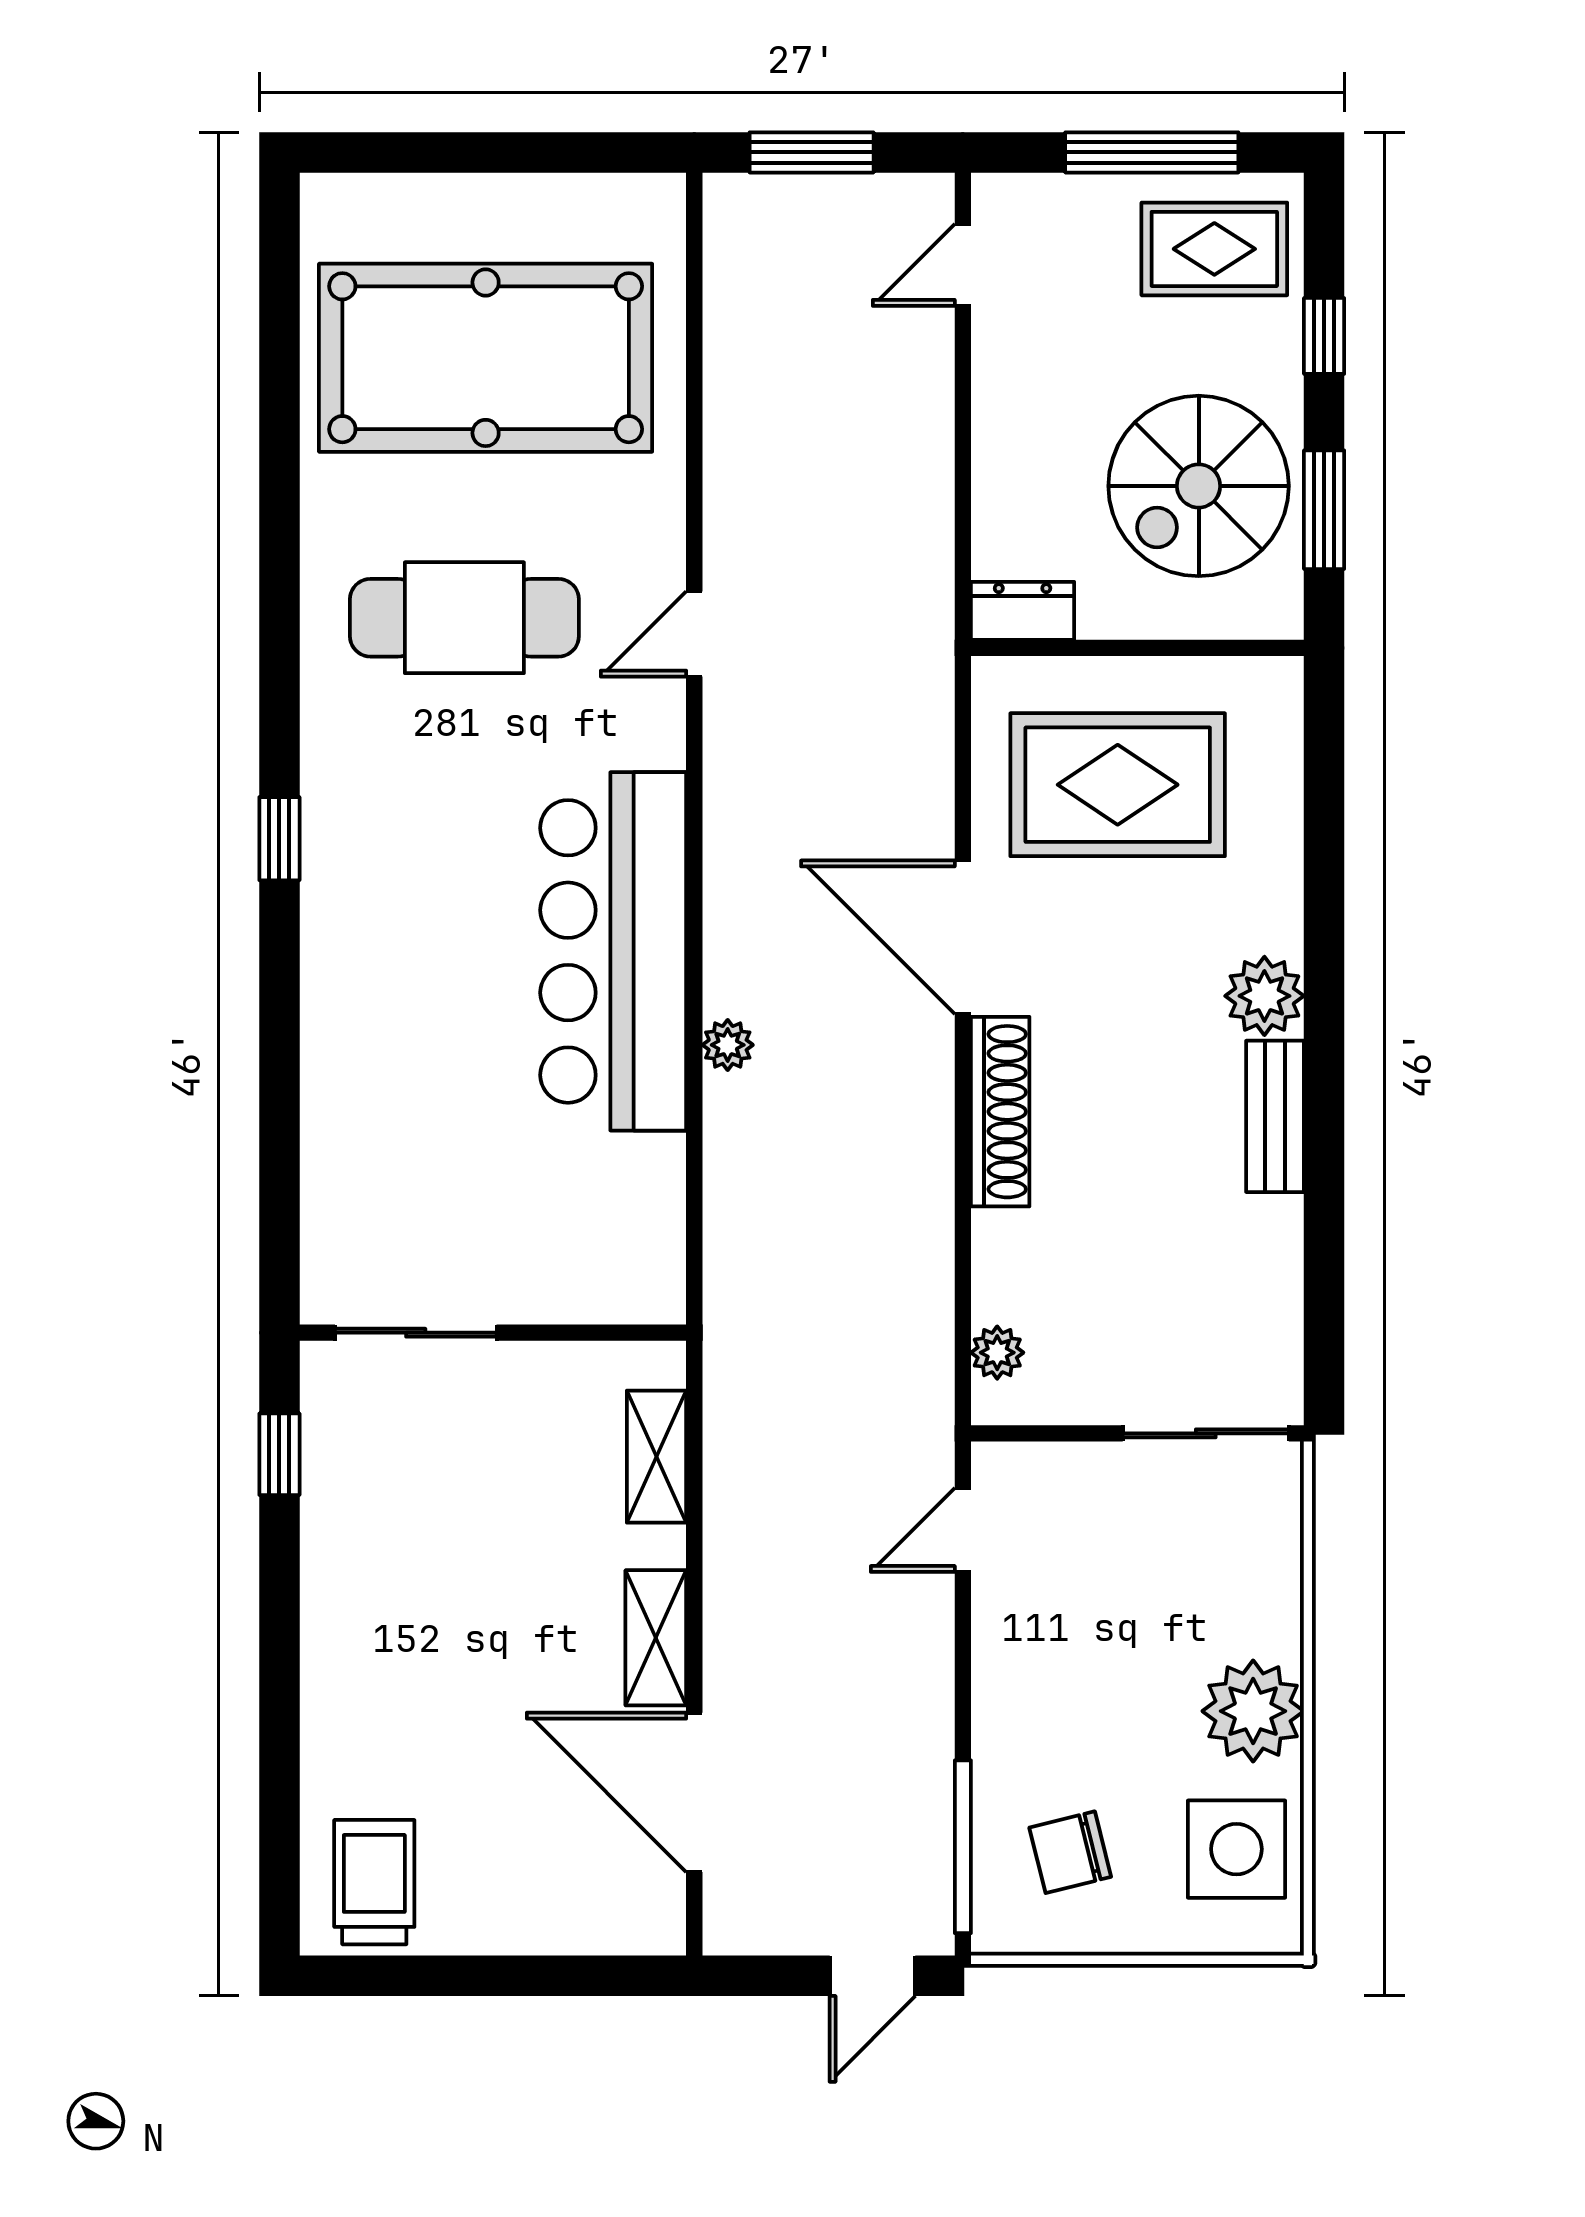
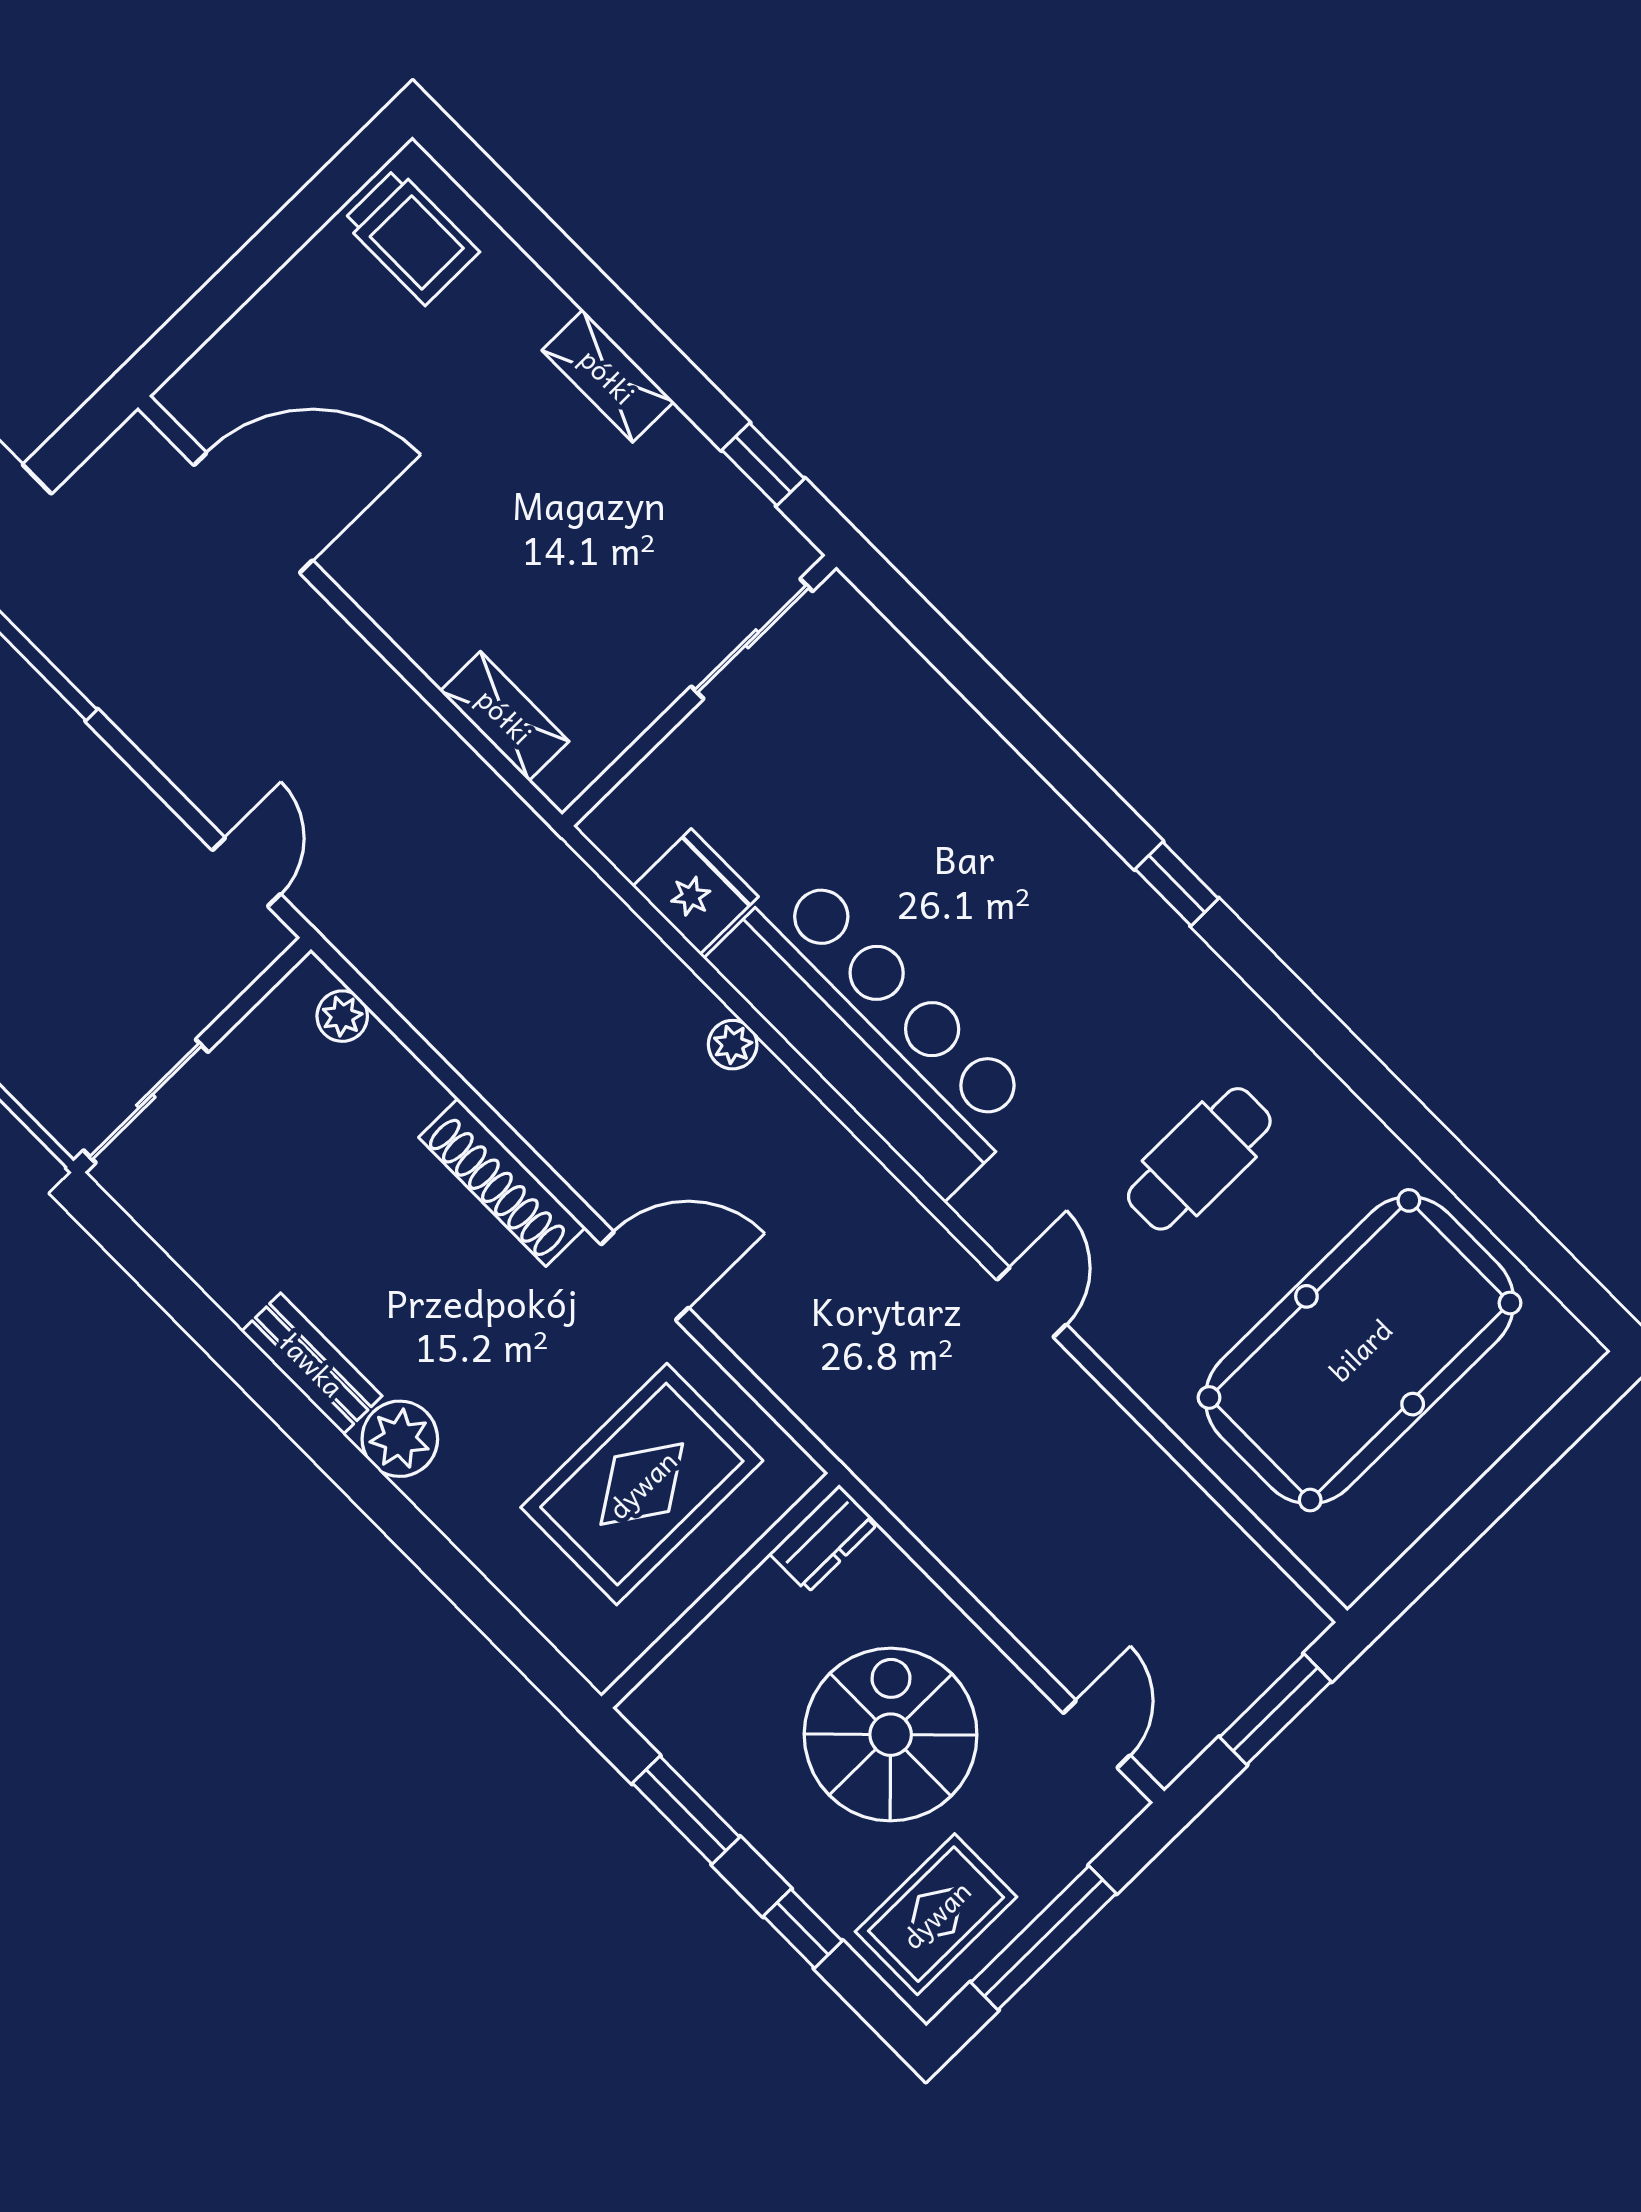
spiral stairs: (1199, 486) -> (891, 1735), moved
cafe table: (464, 618) -> (1199, 1159), width x0.73, depth x0.74
door: (963, 937) -> (645, 1276), width x0.73
fridge: (643, 1186) -> (695, 892), added
shelving: (656, 1638) -> (608, 376), moved

